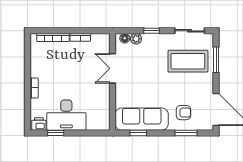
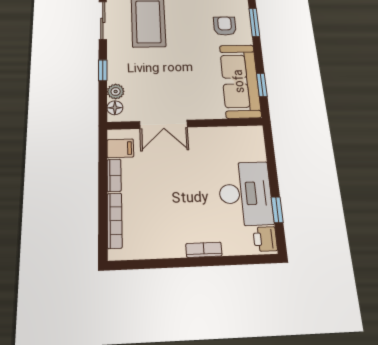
filing cabinet: (97, 41) -> (120, 148), added

